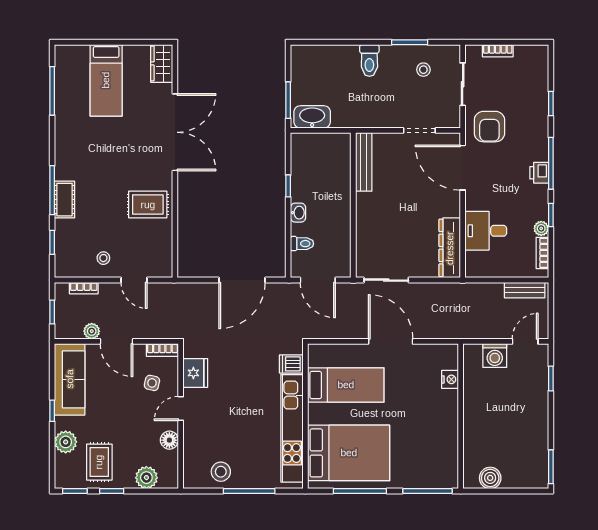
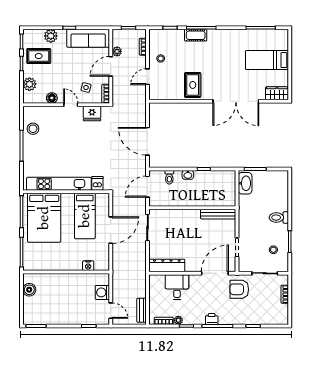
dishwasher: (291, 364) -> (97, 183), moved
bed: (346, 385) -> (85, 216), moved
wall: (305, 416) -> (66, 192), moved
kitchen unit: (292, 428) -> (59, 184), moved
bed: (349, 453) -> (44, 218), moved

